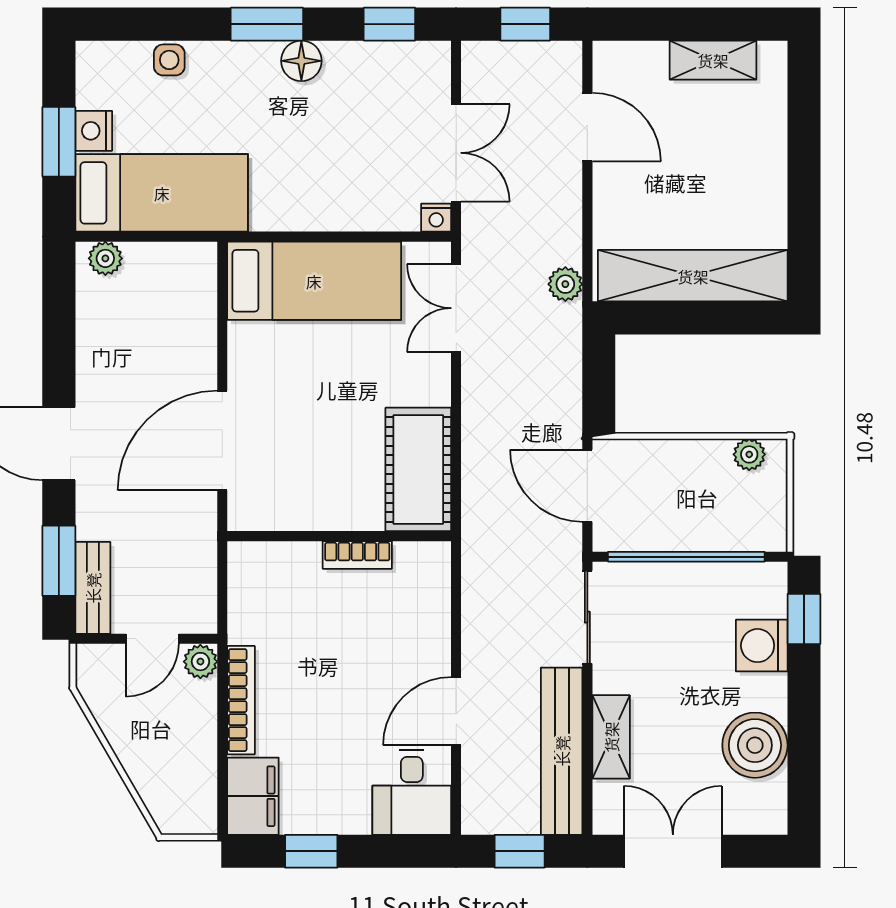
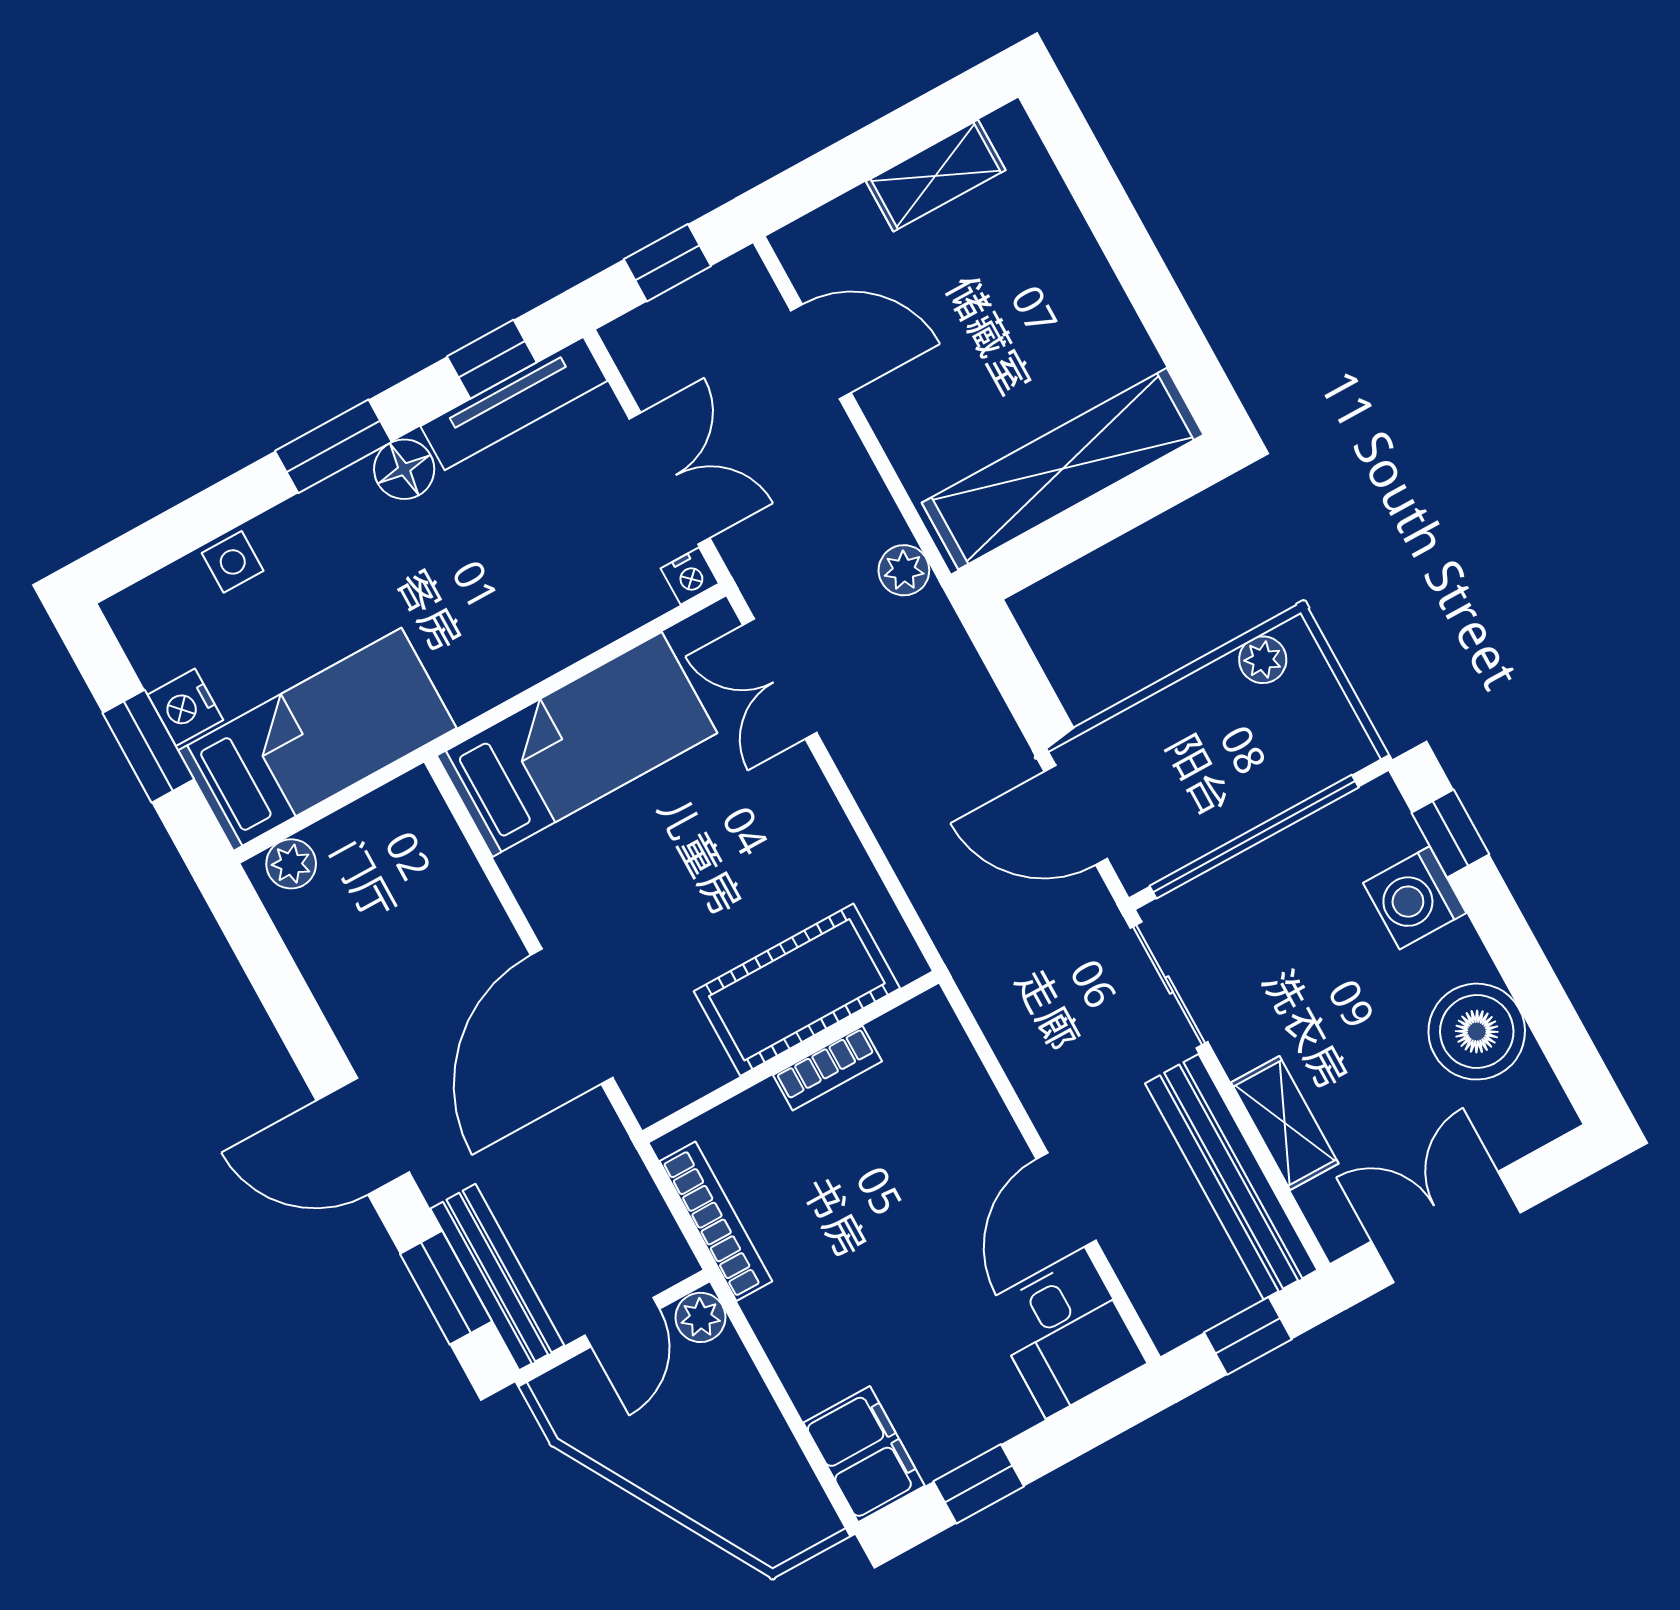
tv unit: (388, 58) -> (514, 403), added
cot: (418, 469) -> (797, 990), moved, turned 90
bench: (93, 588) -> (497, 1277), width x1.36
bookcase: (241, 700) -> (716, 1221), moved

